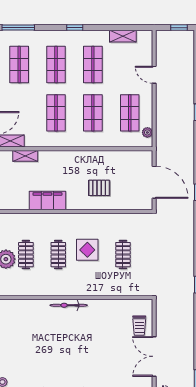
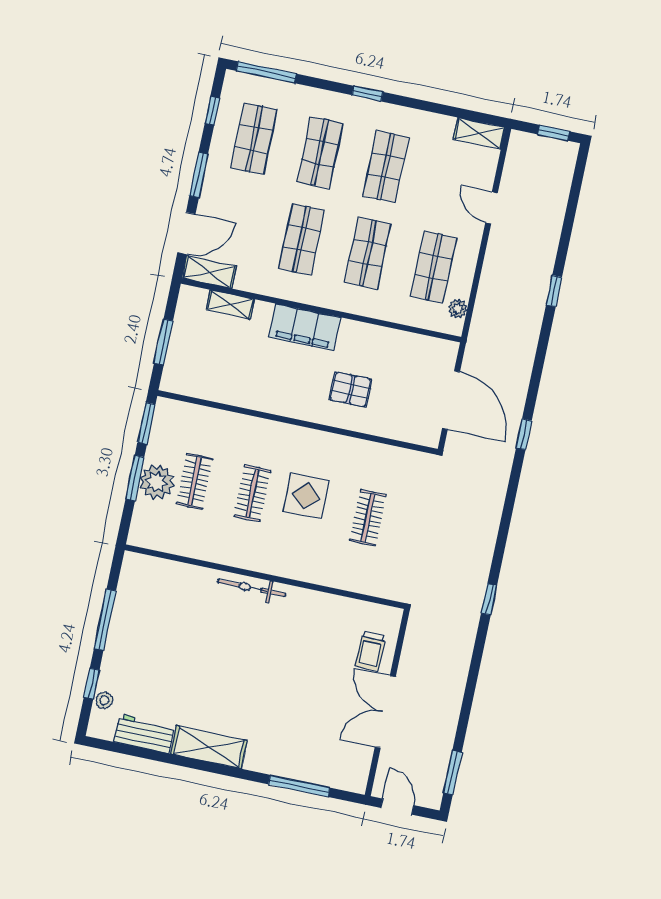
shelving: (123, 36) -> (479, 133), moved
filing cabinet: (47, 201) -> (305, 327), moved, turned 180

